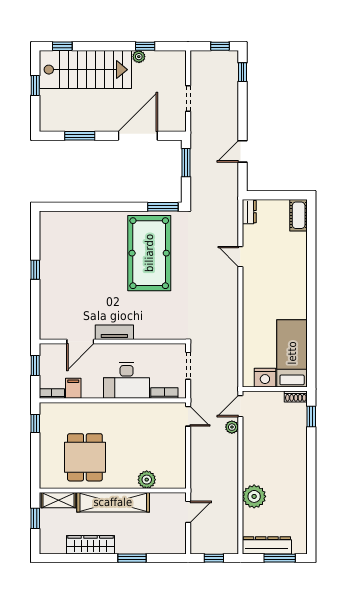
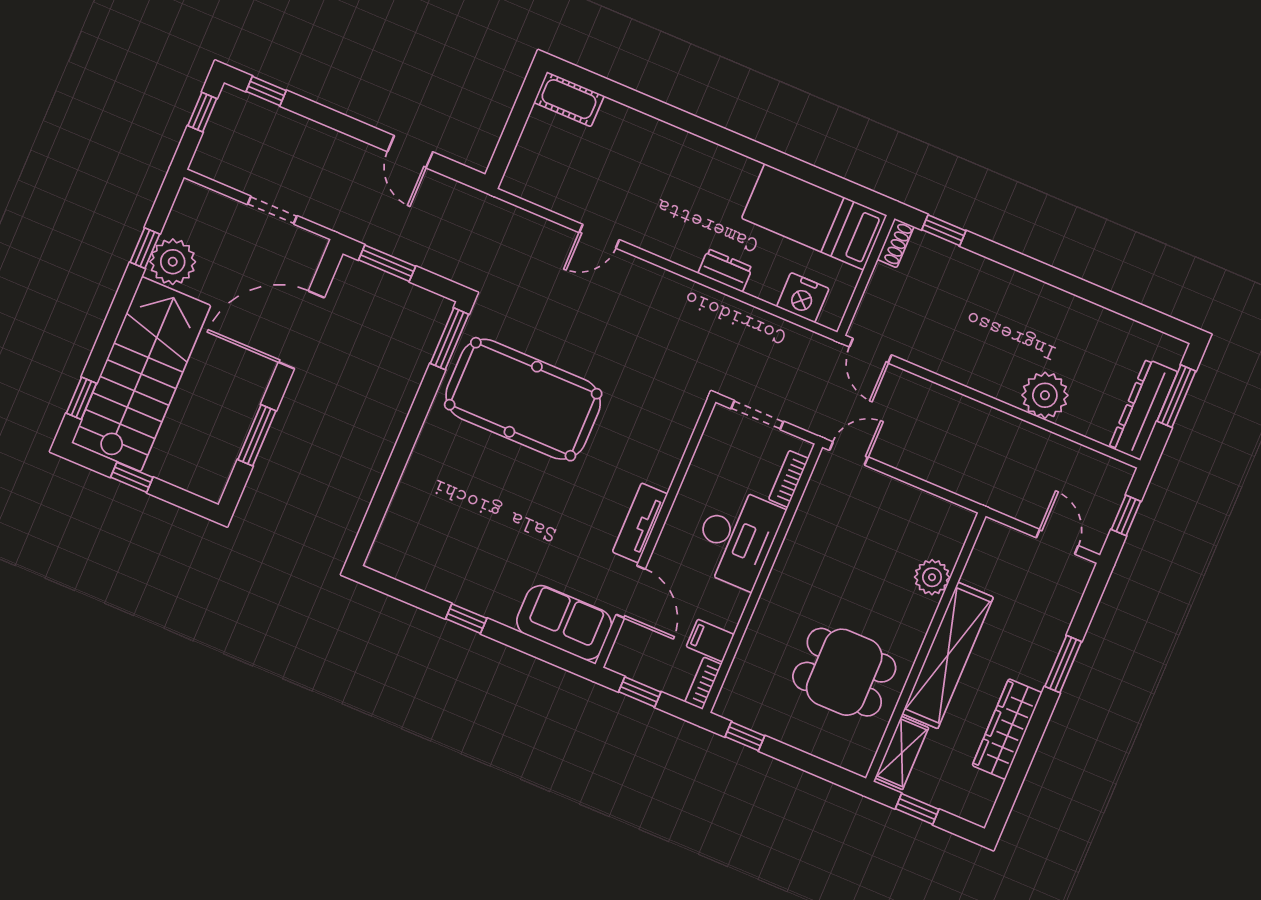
plant: (139, 57) -> (173, 262), width x1.88, depth x1.88
door: (138, 136) -> (301, 330), hinge flipped
dresser: (249, 212) -> (725, 270), moved
sofa: (53, 316) -> (564, 623), added
nightstand: (265, 378) -> (803, 298), moved, turned 90
plant: (232, 427) -> (902, 382), removed
door: (188, 512) -> (1057, 542), moved

